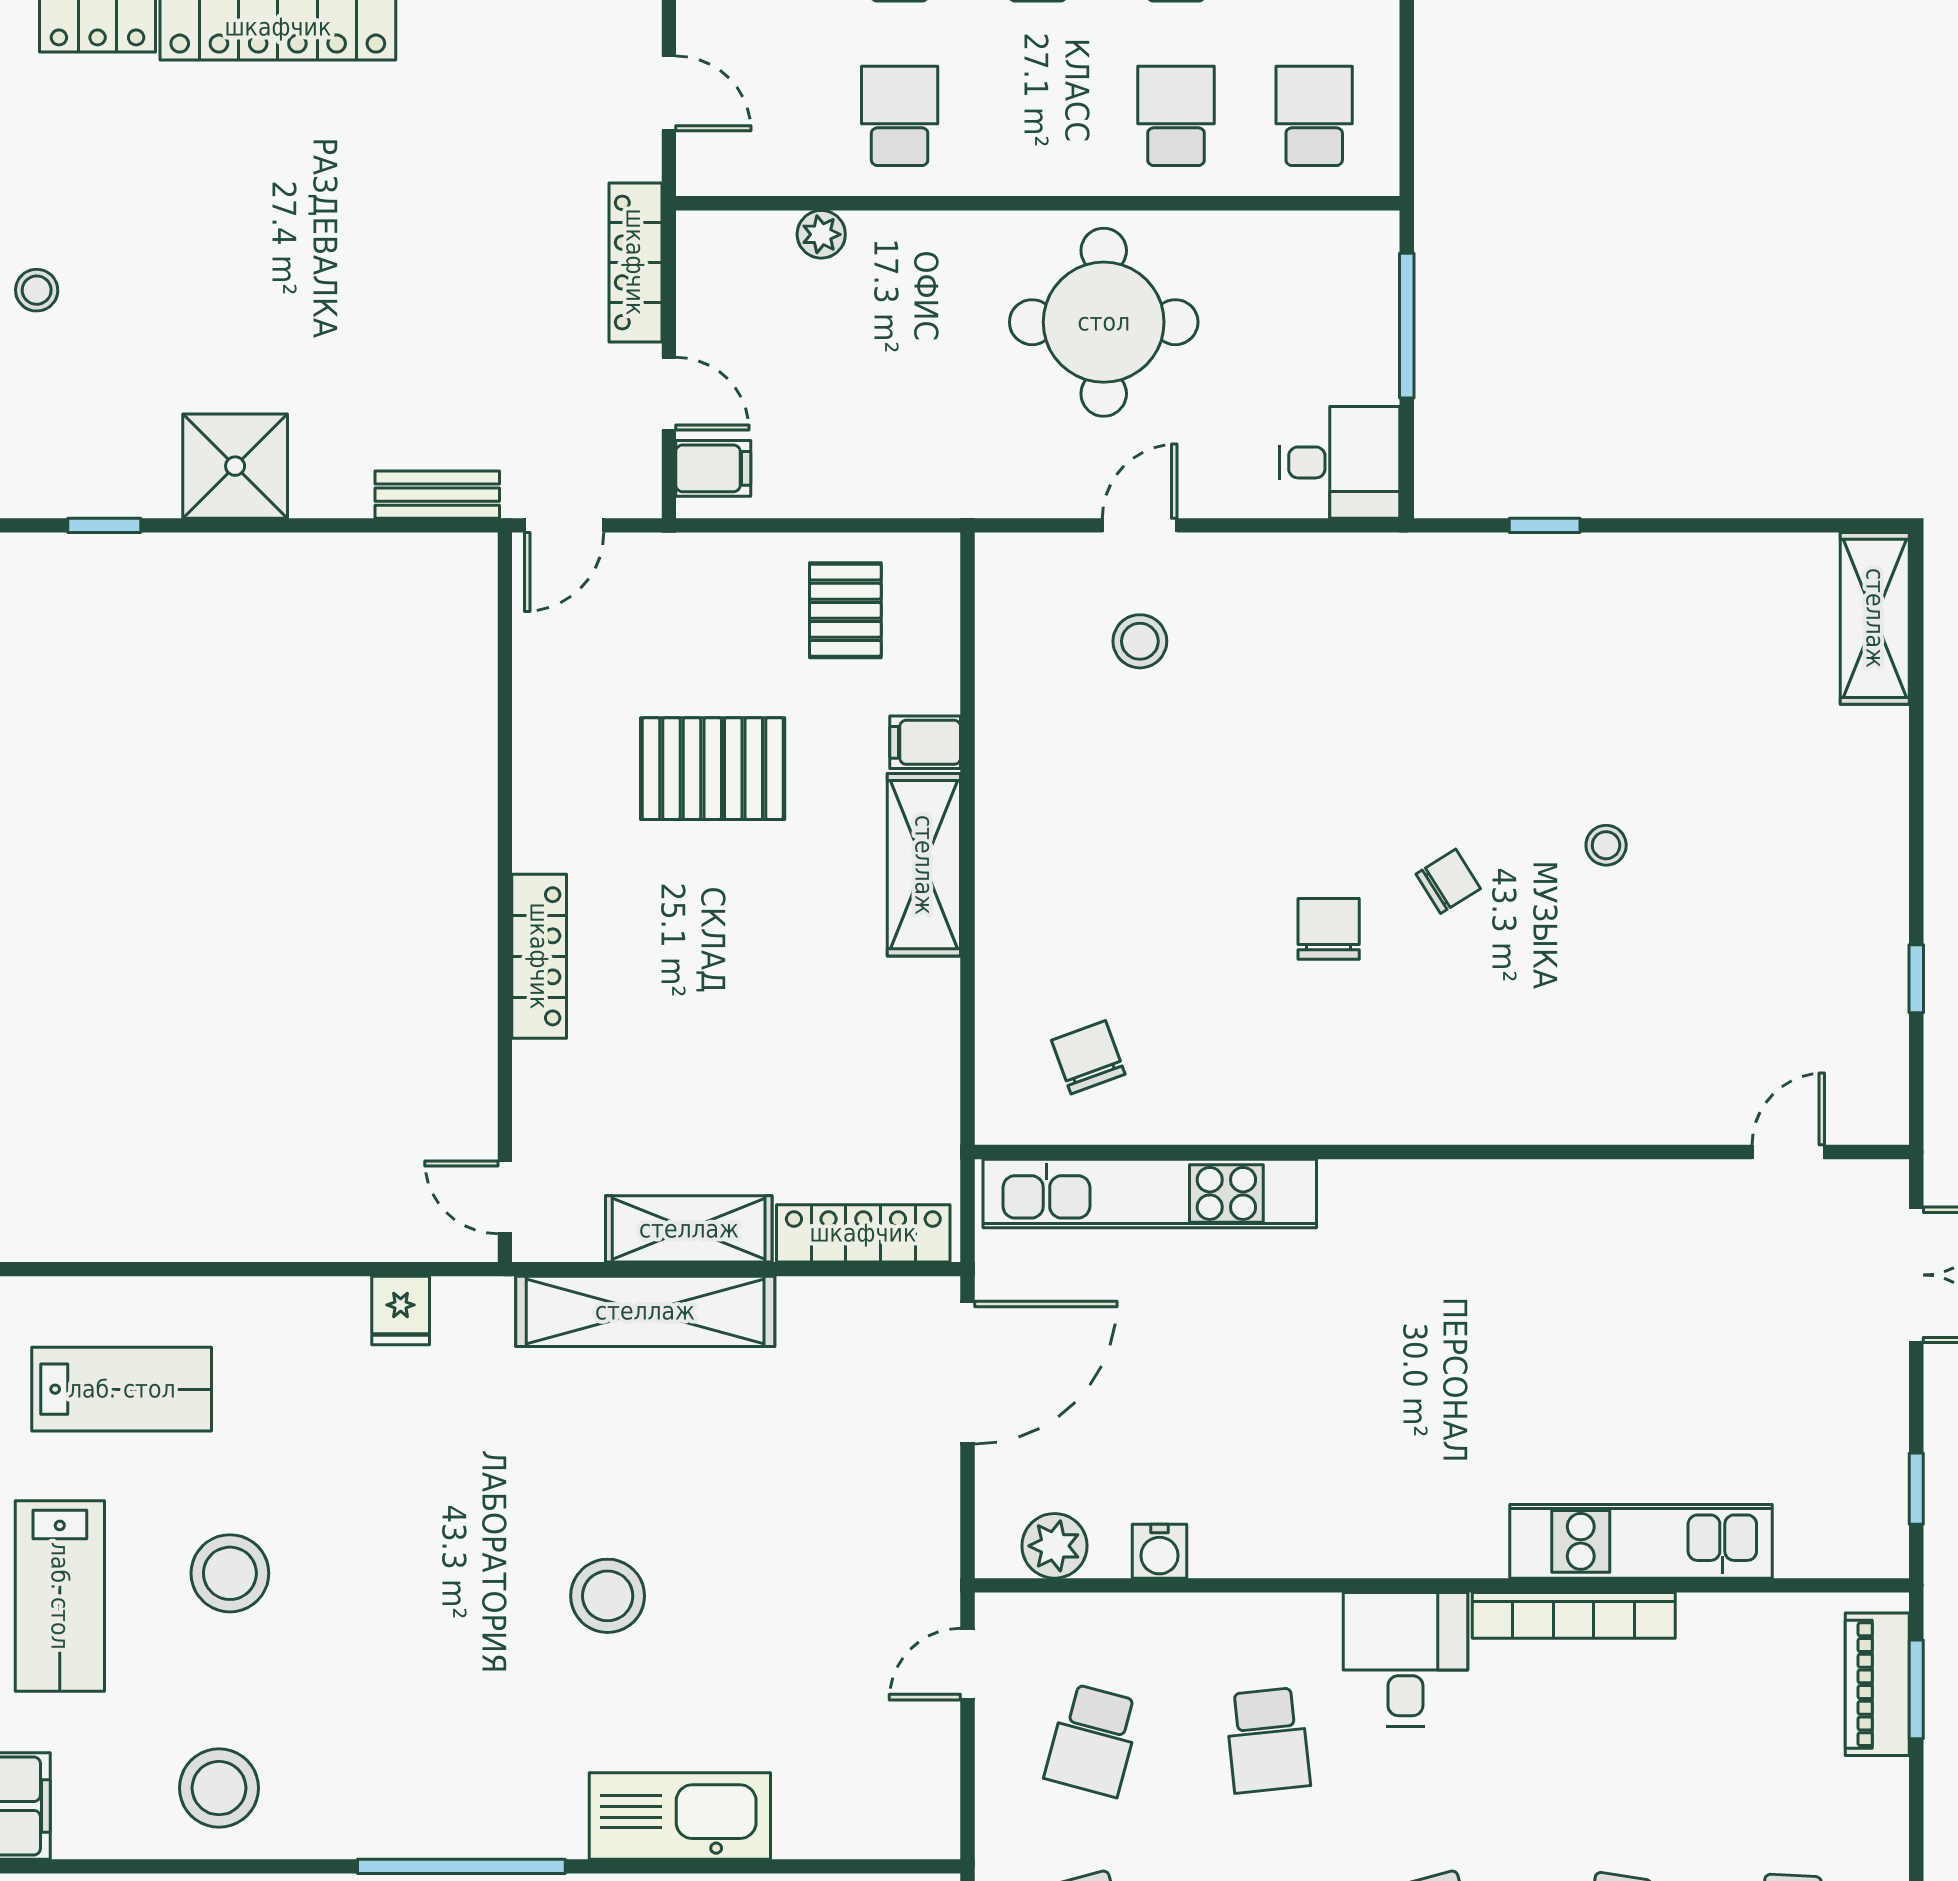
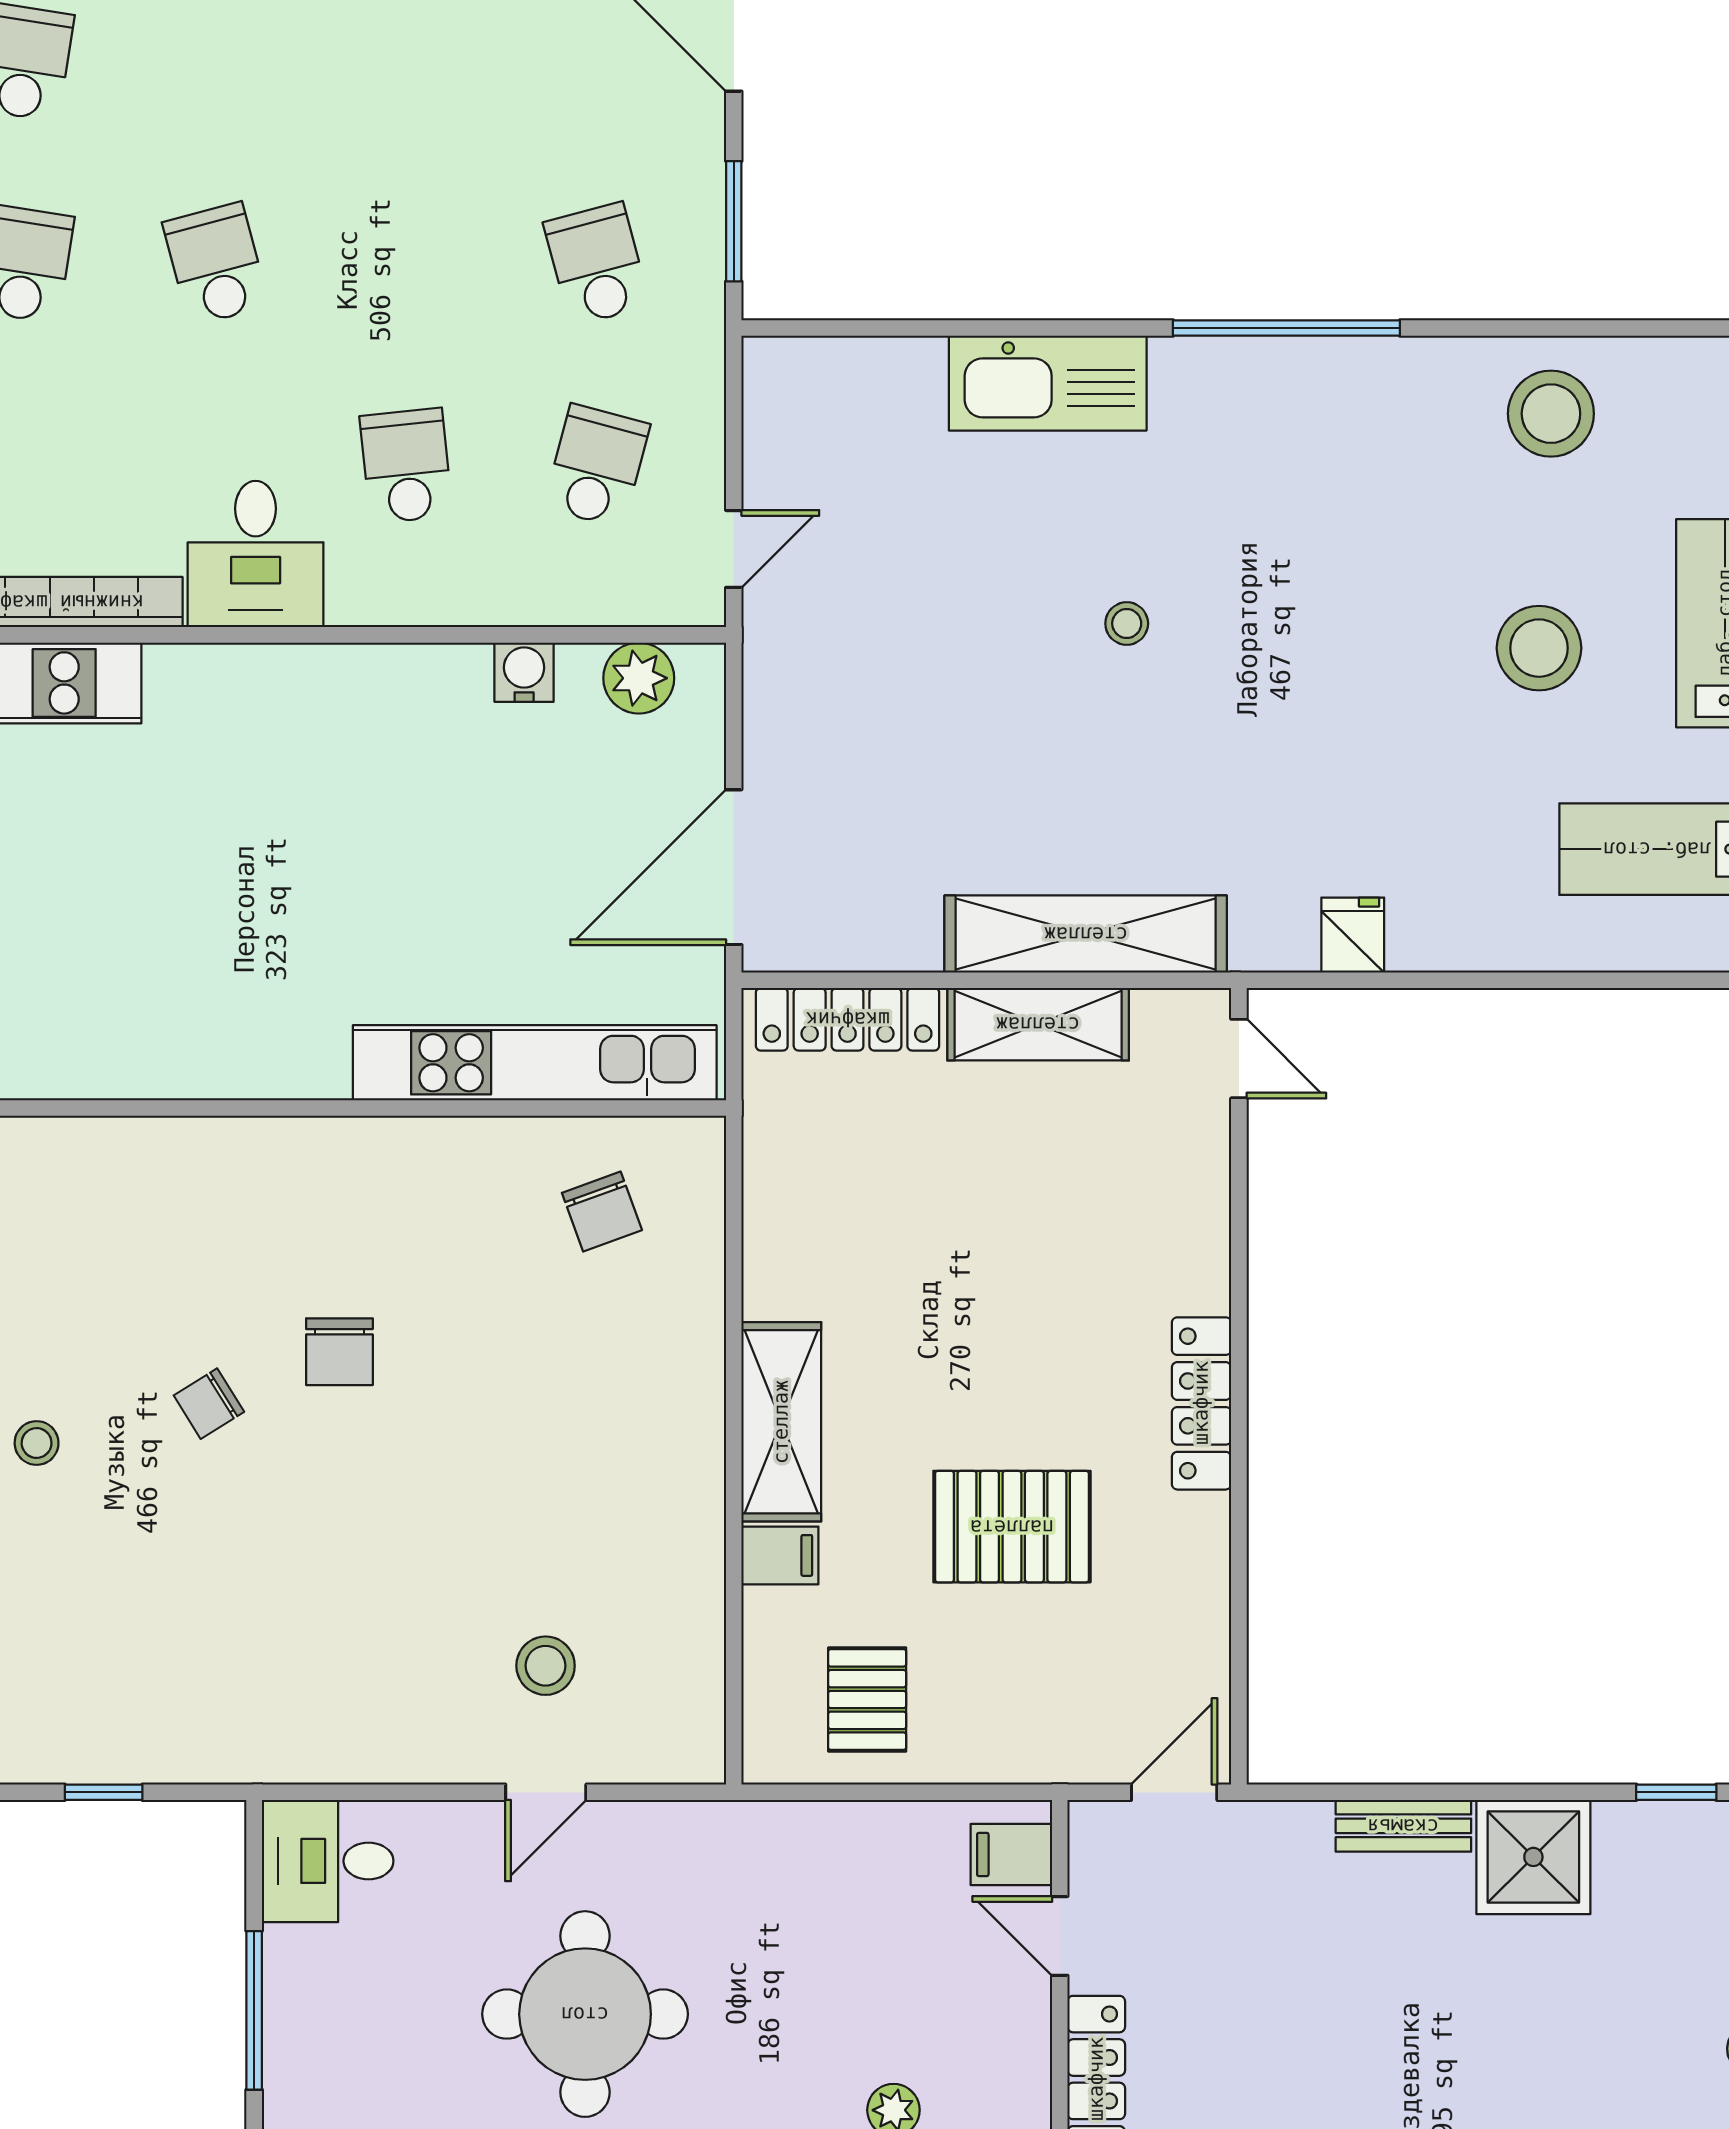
bench: (437, 495) -> (1403, 1826), moved
locker: (539, 956) -> (1201, 1403), moved
stool: (608, 1596) -> (1127, 623), width x0.53, depth x0.53

